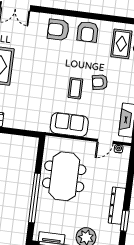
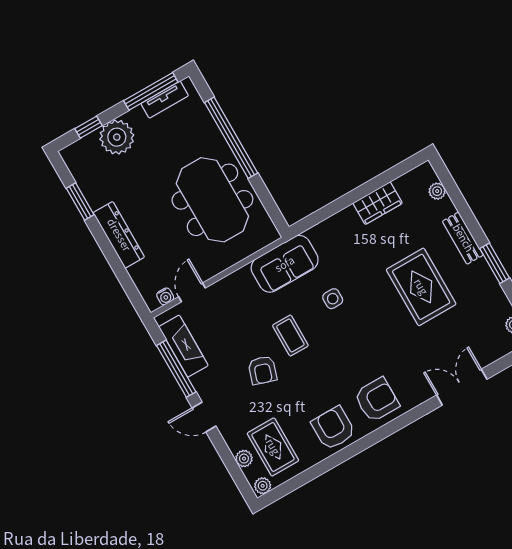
armchair: (100, 82) -> (262, 370), turned 119
side table: (44, 90) -> (333, 299), added
sofa: (69, 125) -> (285, 264), moved
dresser: (117, 206) -> (119, 235), moved

